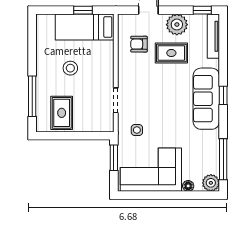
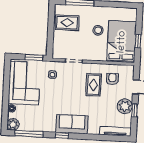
window: (202, 10) -> (135, 110), moved
bed: (85, 27) -> (122, 42), width x1.50
rug: (171, 53) -> (94, 85), moved
window: (223, 95) -> (62, 135), moved
sofa: (206, 99) -> (72, 124), width x0.73

